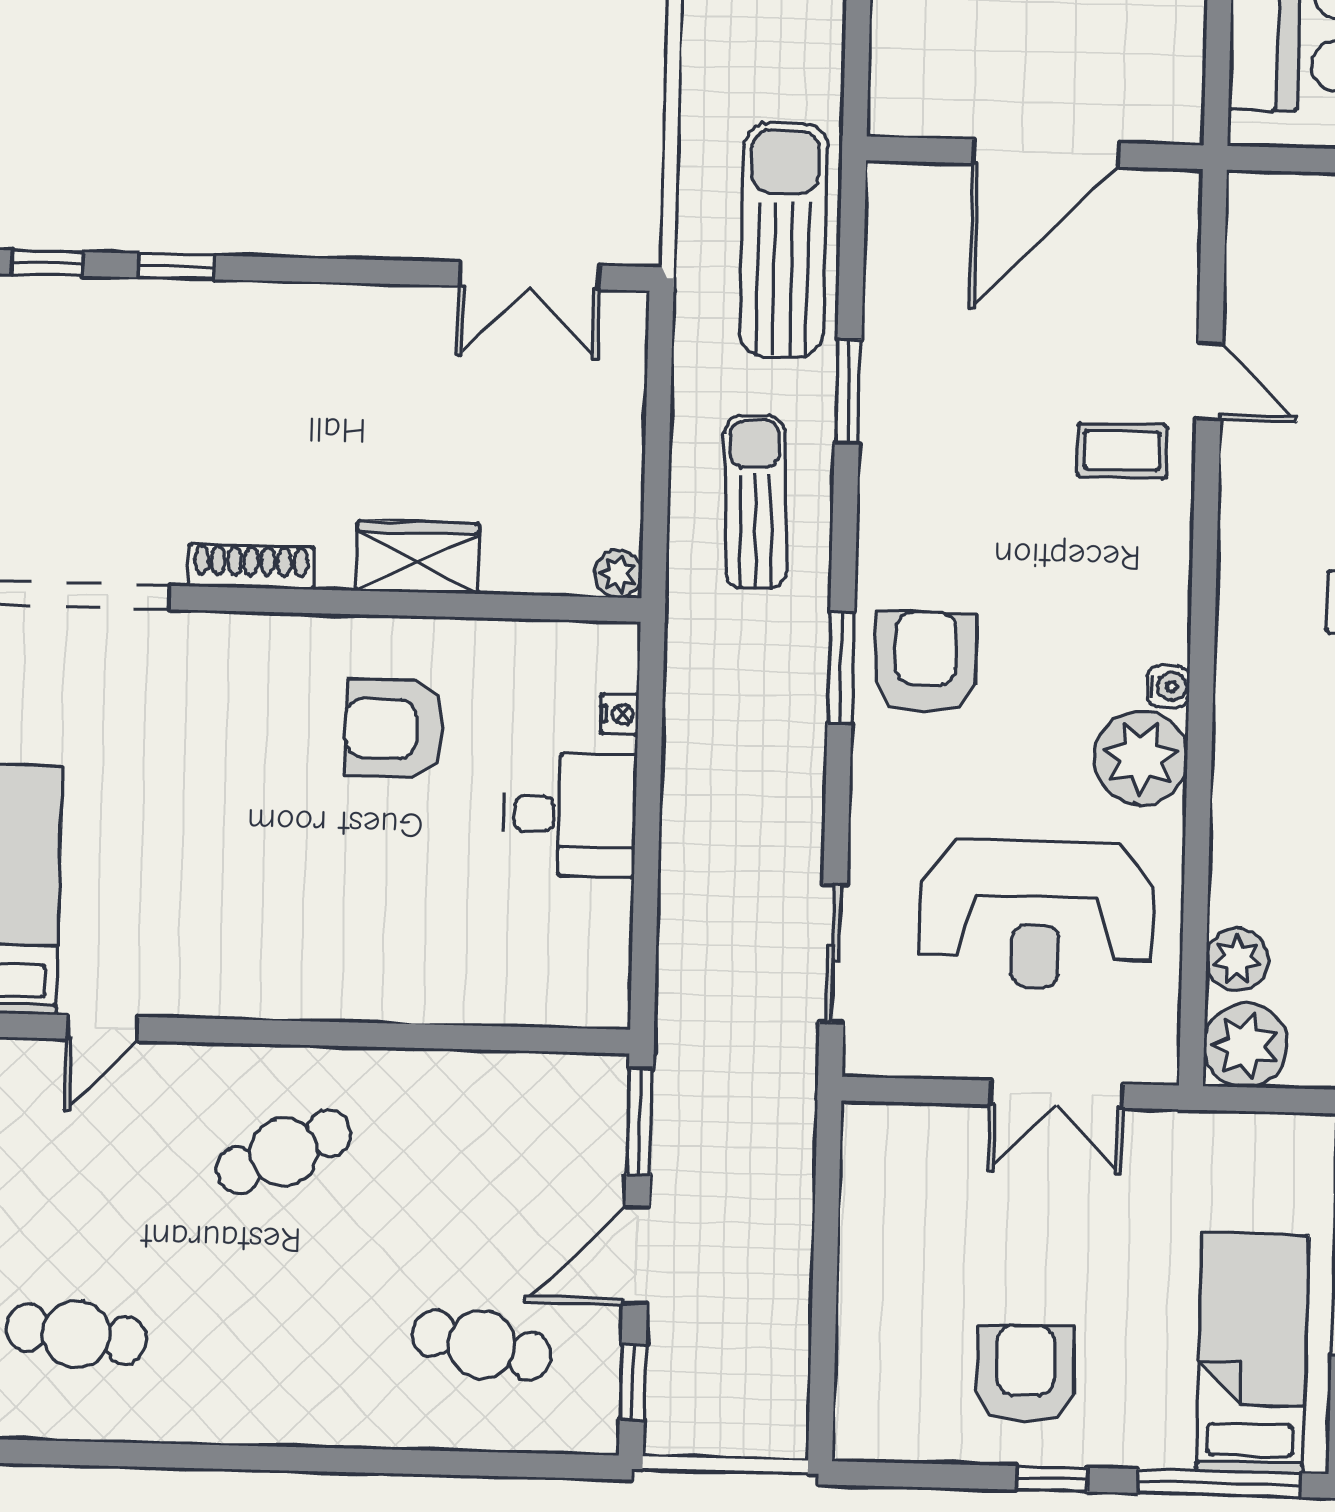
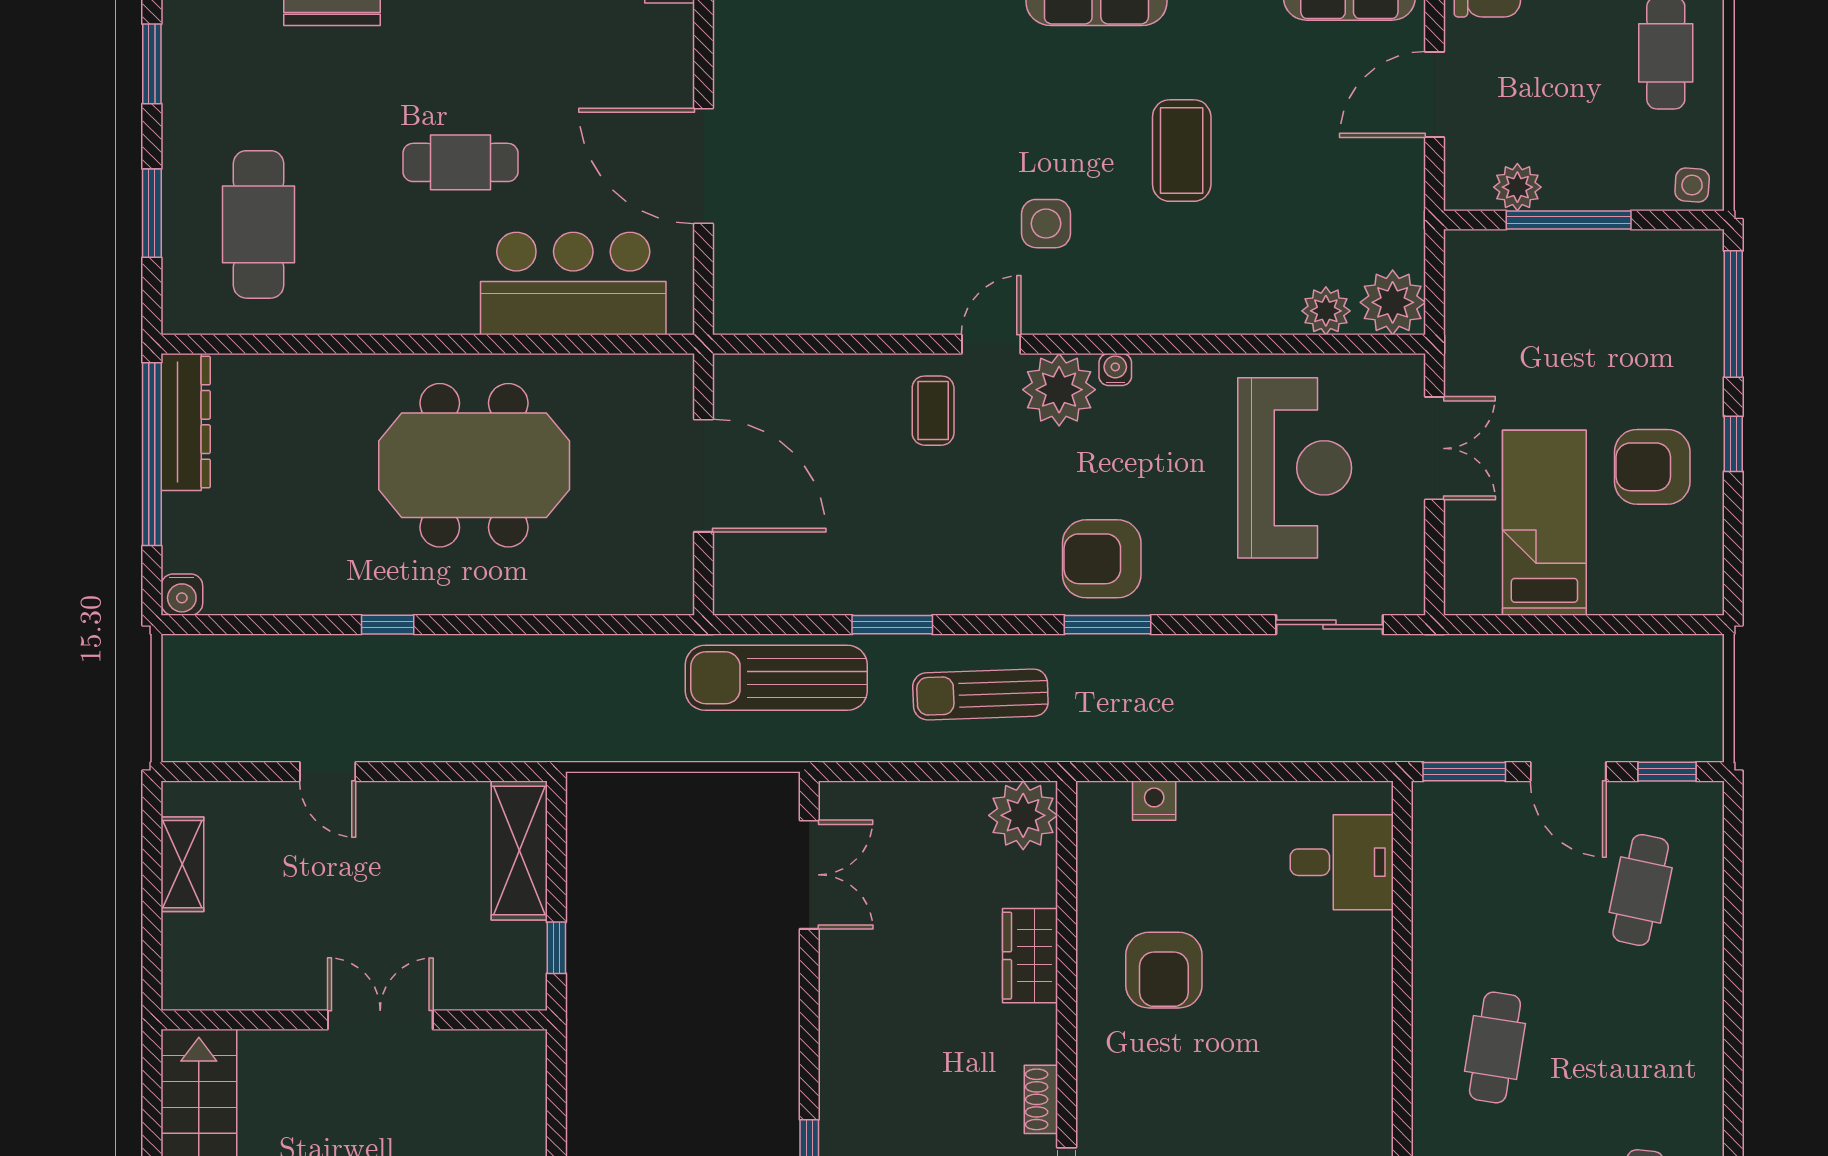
door: (1209, 381) -> (991, 344), moved
shoe rack: (251, 567) -> (1041, 1099), width x0.70
plant: (618, 574) -> (1023, 815), width x1.88, depth x1.88
nightstand: (620, 714) -> (1154, 801), width x1.39, depth x1.35
plant: (1141, 758) -> (1059, 390), moved
desk: (570, 814) -> (1342, 862), moved, turned 90
cafe table: (284, 1152) -> (1495, 1047), turned 33
bed: (1252, 1353) -> (1544, 523), moved, turned 90

